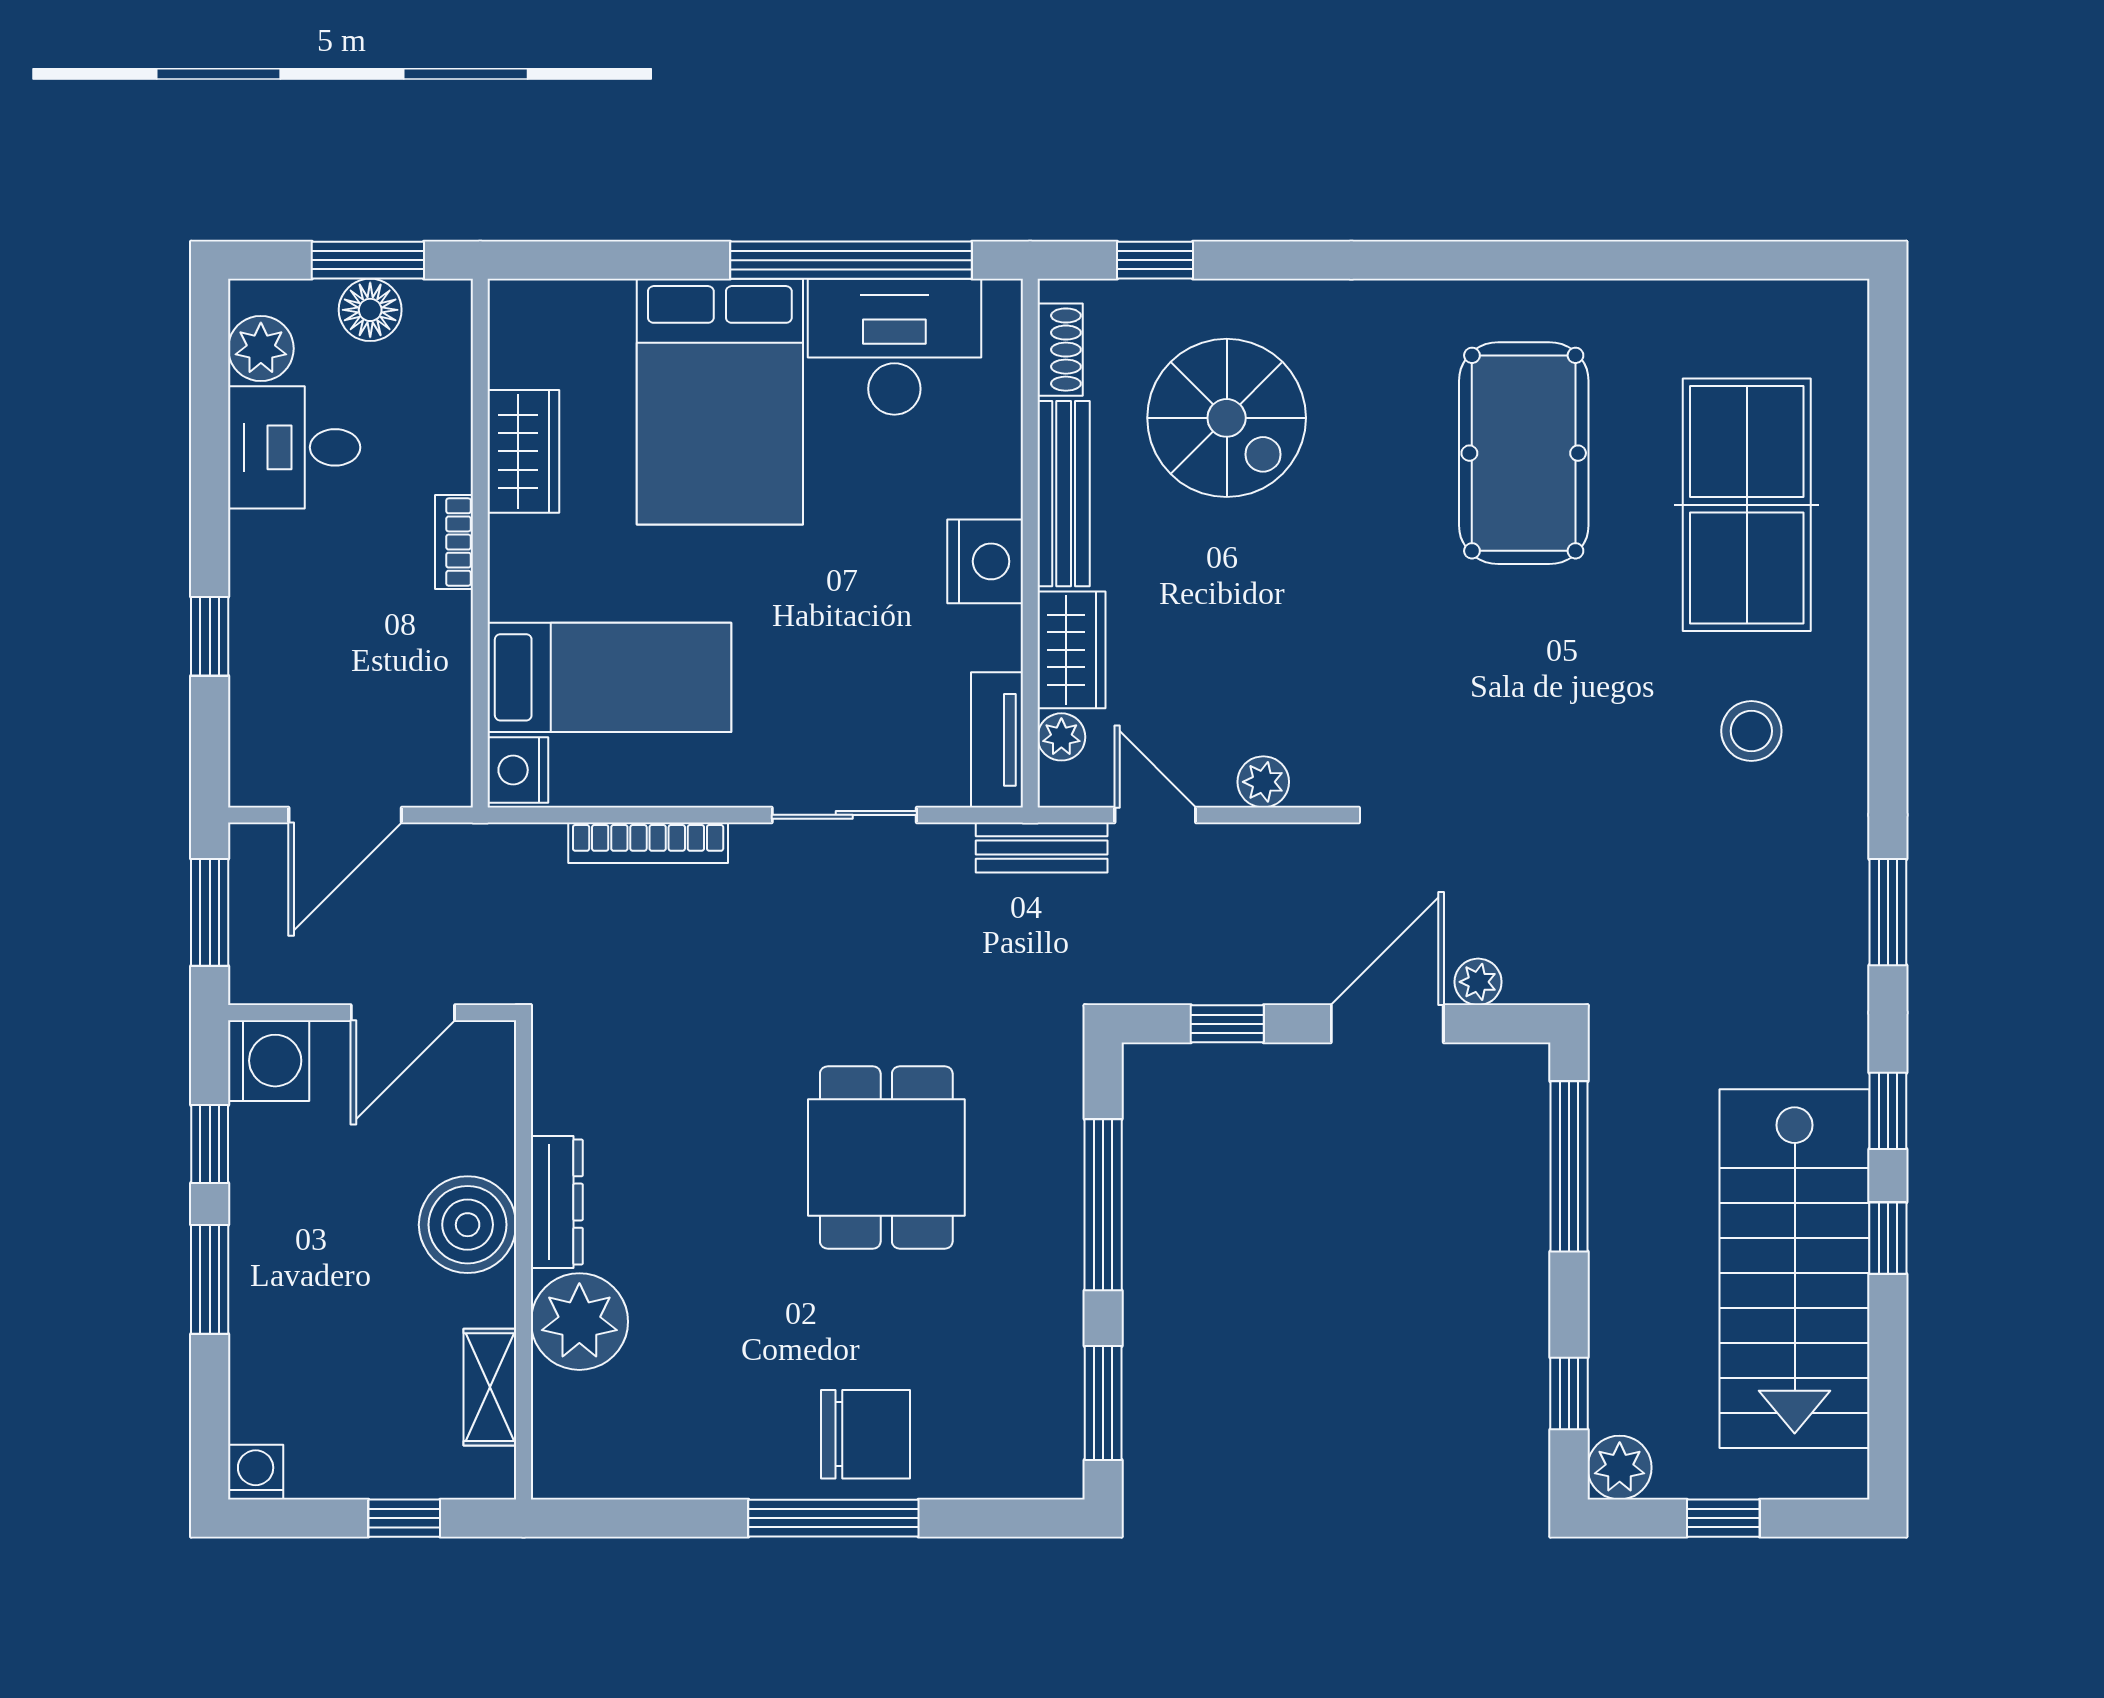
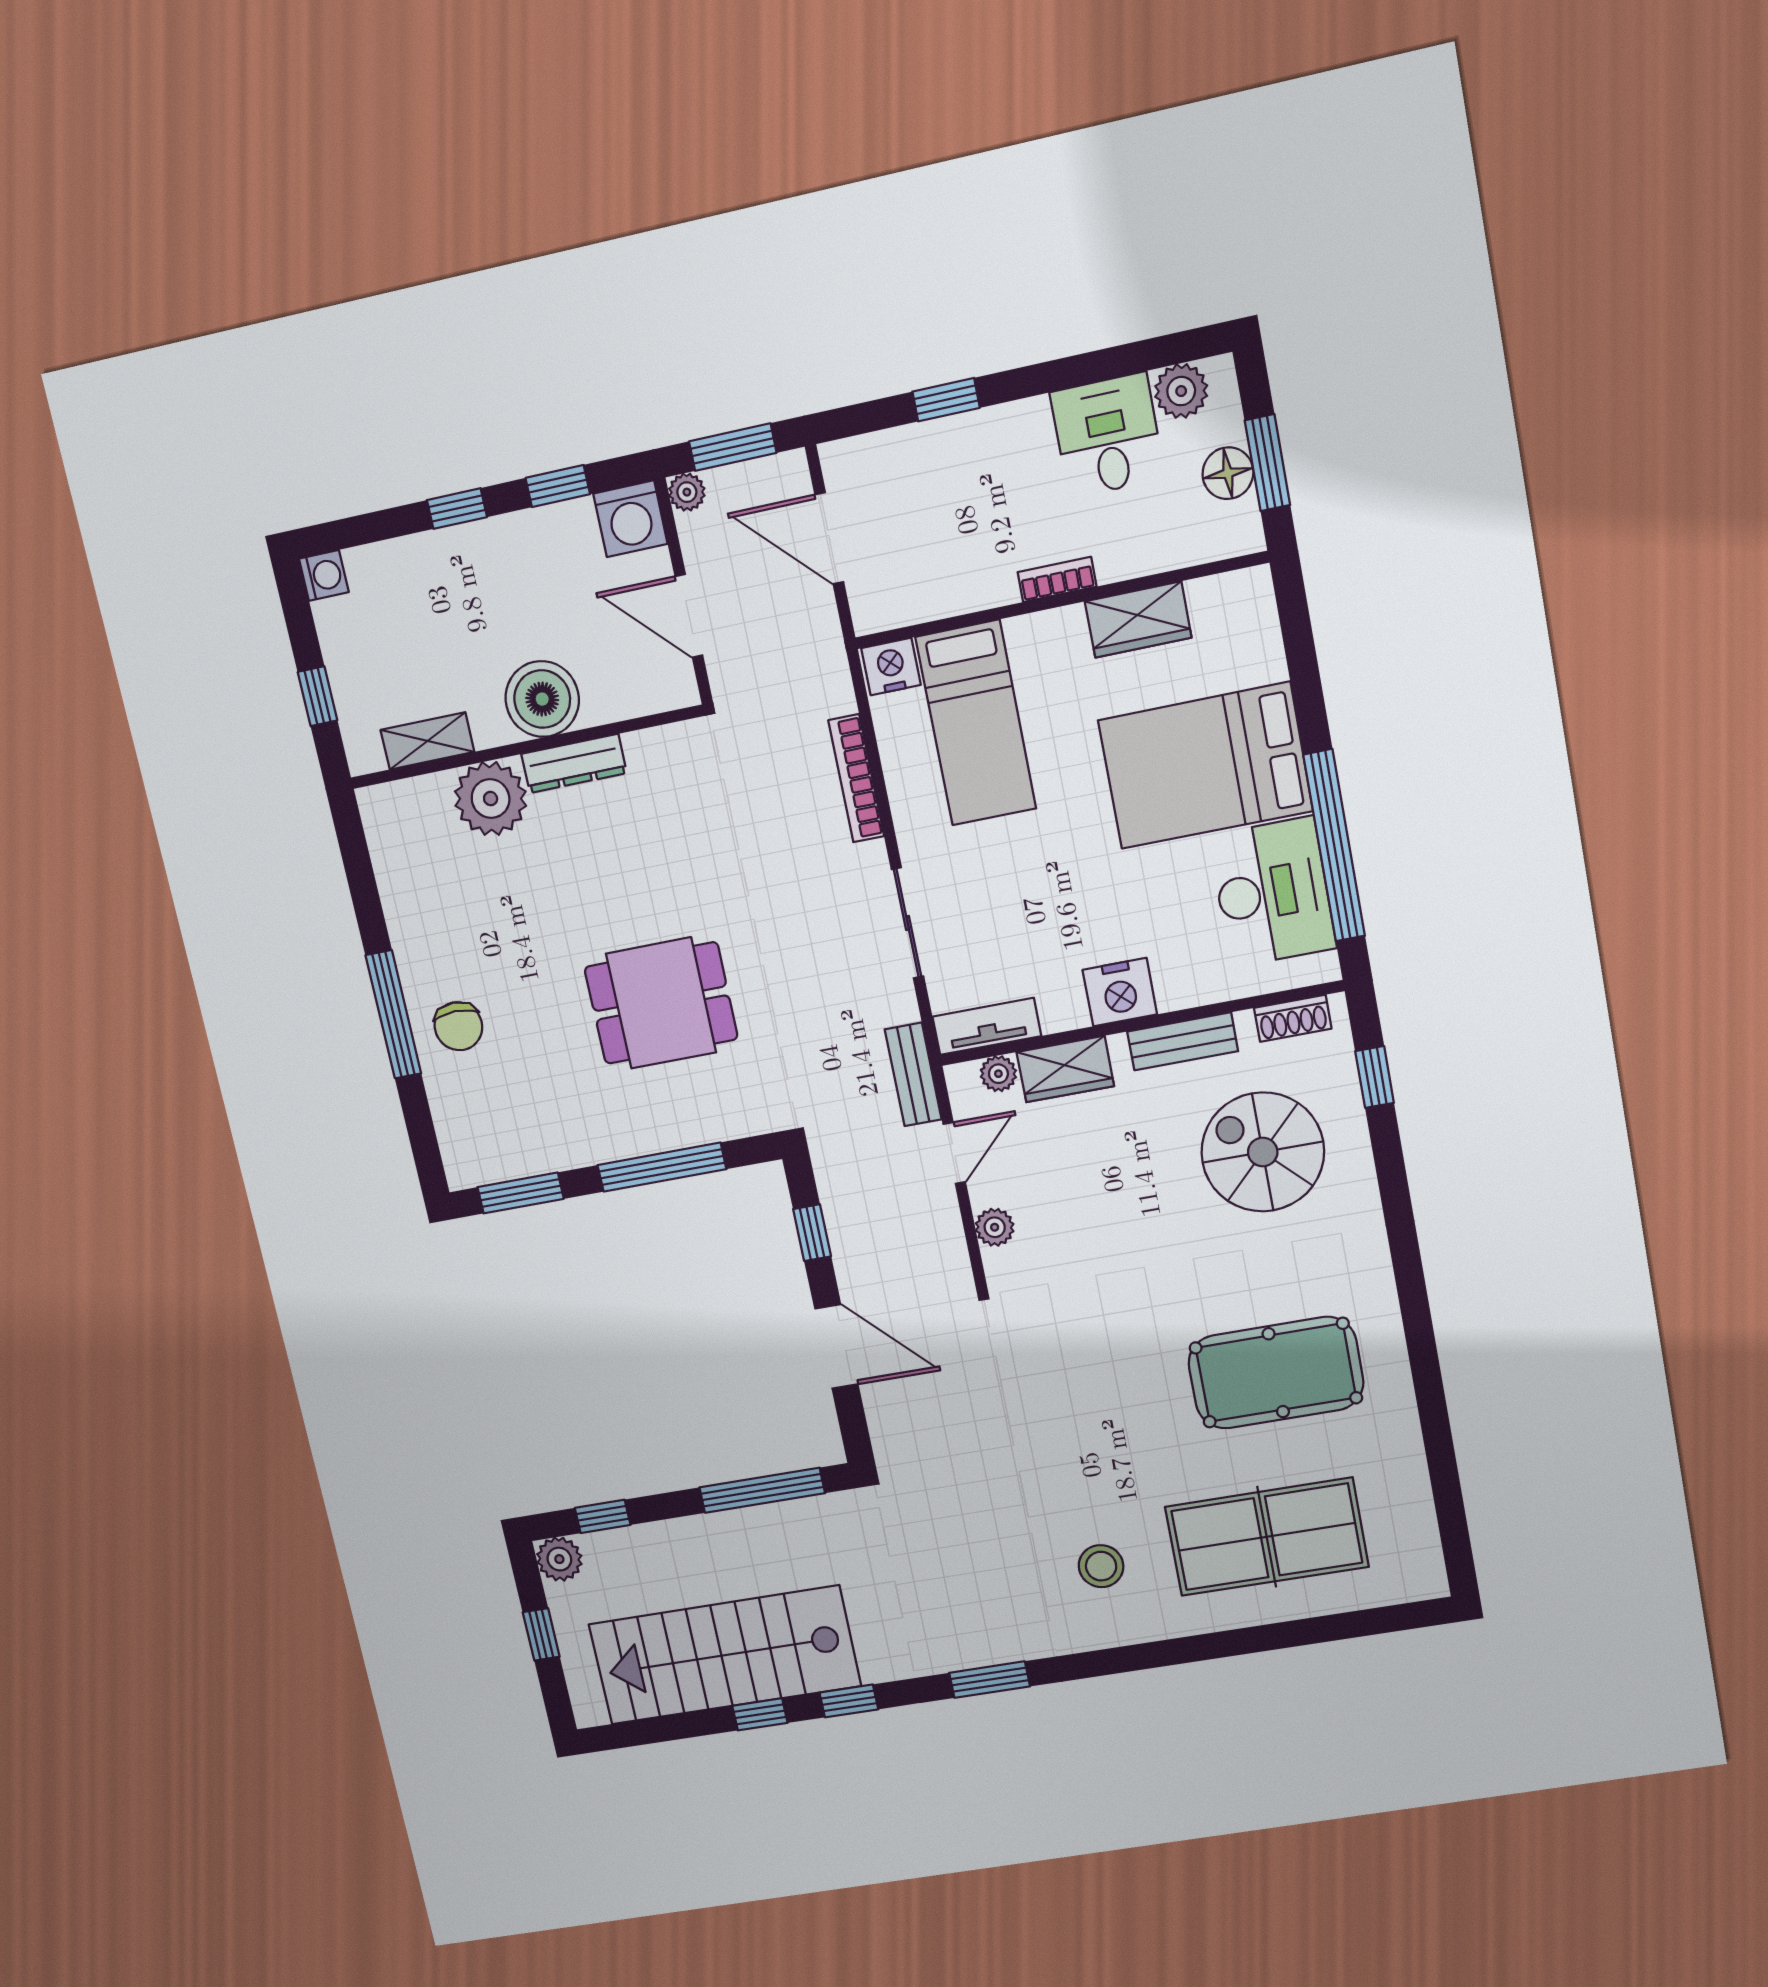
spiral stairs: (1227, 418) -> (1263, 1152), turned 90
bench: (1064, 494) -> (1183, 1041), width x0.73
plant: (1478, 982) -> (687, 492), moved
window: (210, 1279) -> (457, 509), width x0.67
chair: (865, 1434) -> (458, 1026), width x0.73, depth x0.73

